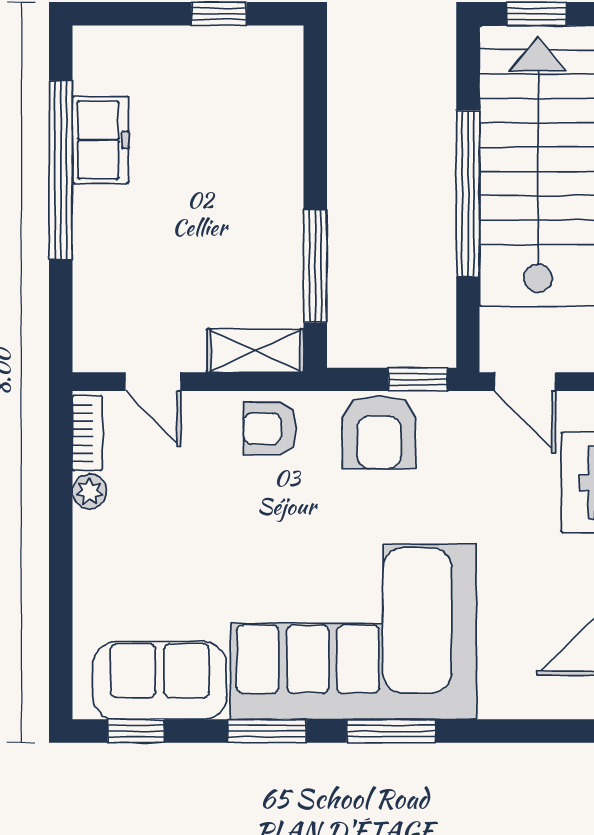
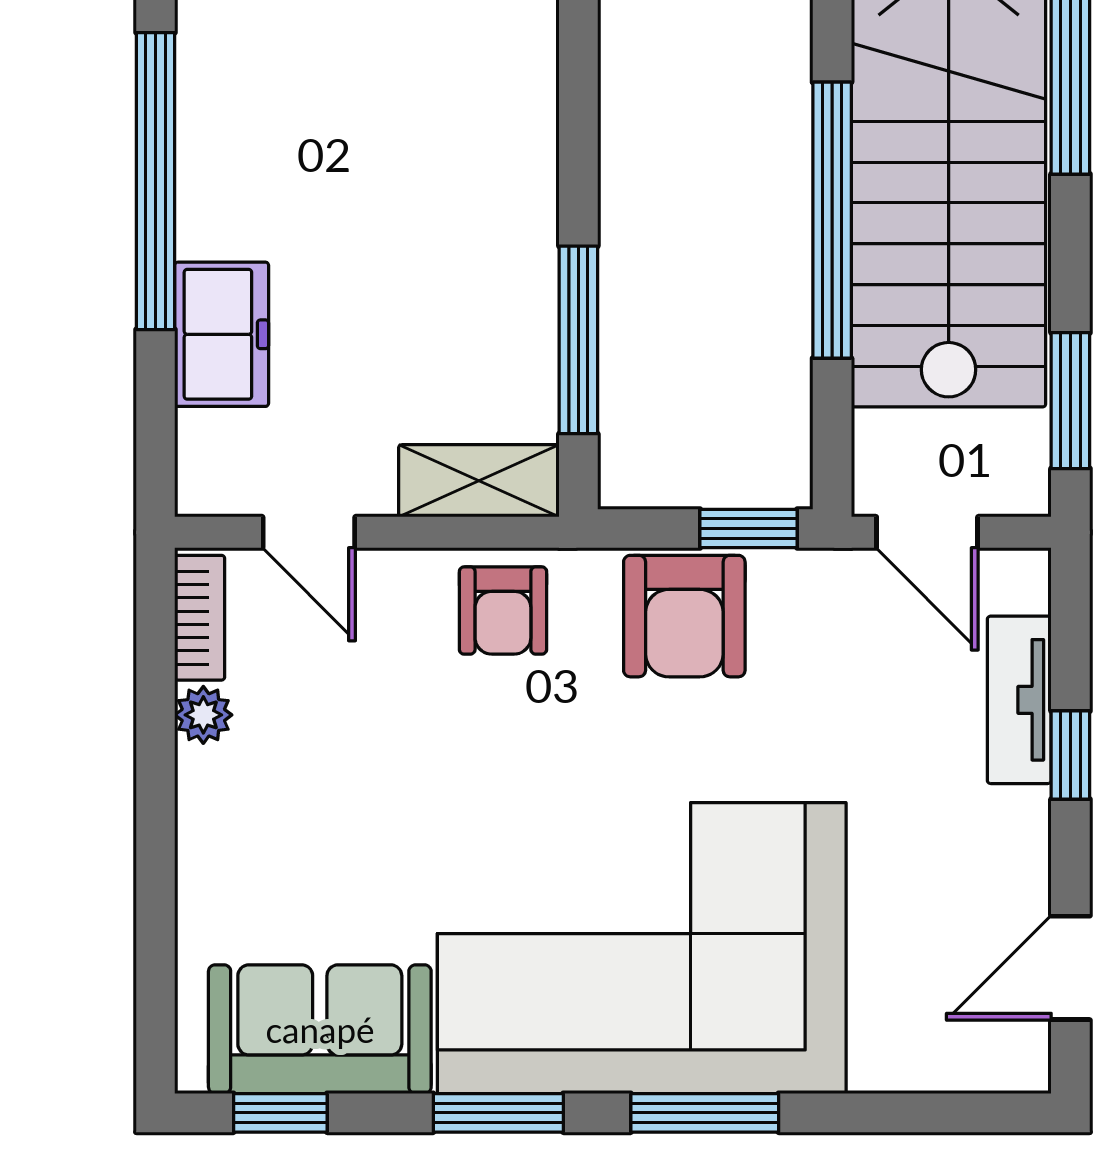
freezer: (101, 140) -> (222, 334), moved
armchair: (270, 429) -> (503, 611), turned -90

